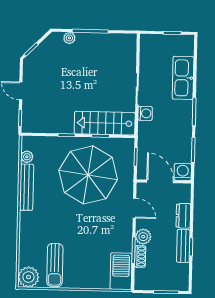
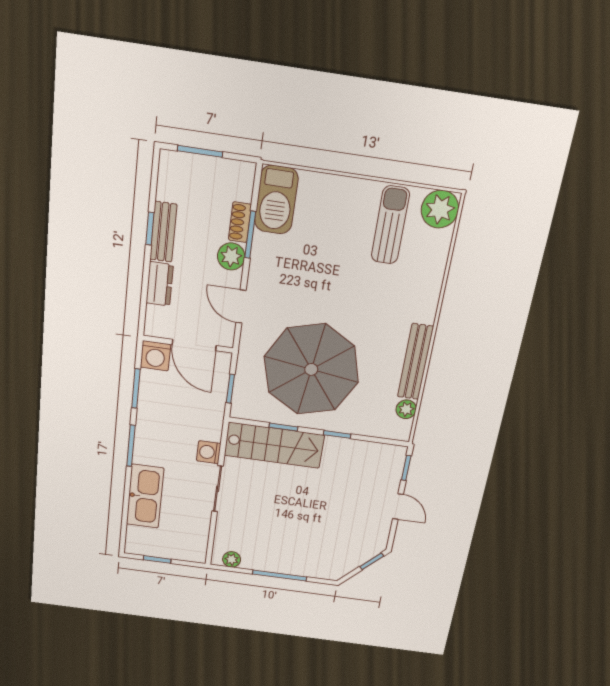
plant: (69, 38) -> (232, 559), moved

